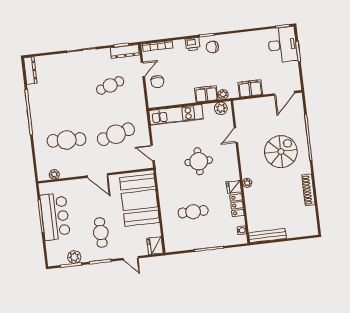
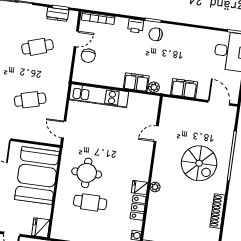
dresser: (125, 51) -> (58, 14), width x0.70
door: (284, 93) -> (219, 103), swing flipped
plant: (221, 108) -> (148, 101), removed
cafe table: (116, 134) -> (30, 100), width x0.73, depth x0.74
spiral stairs: (281, 152) -> (199, 163), turned 90
round table: (199, 161) -> (87, 173), moved

